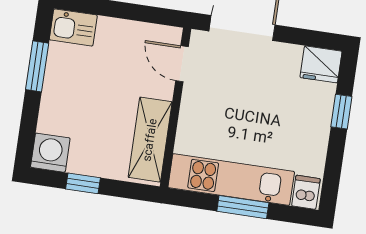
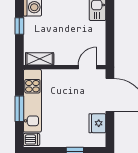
fridge: (321, 64) -> (97, 123), moved
shelving: (150, 140) -> (40, 59), width x0.67, depth x0.75

